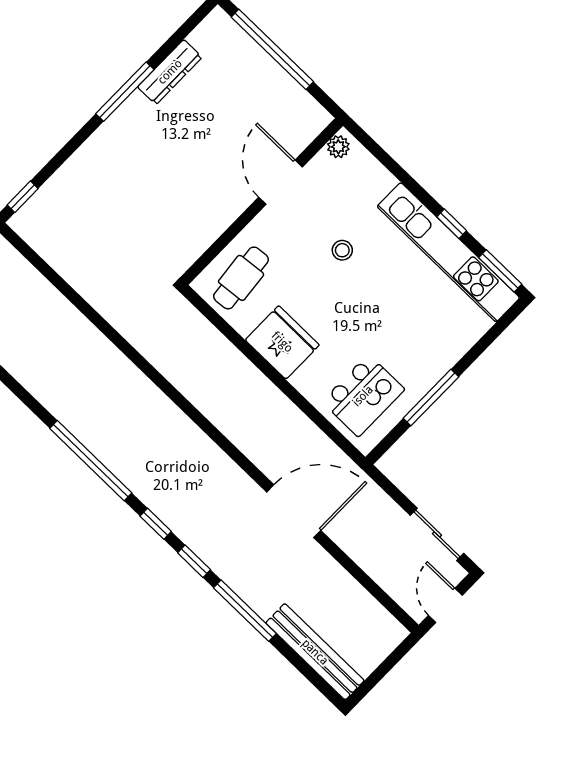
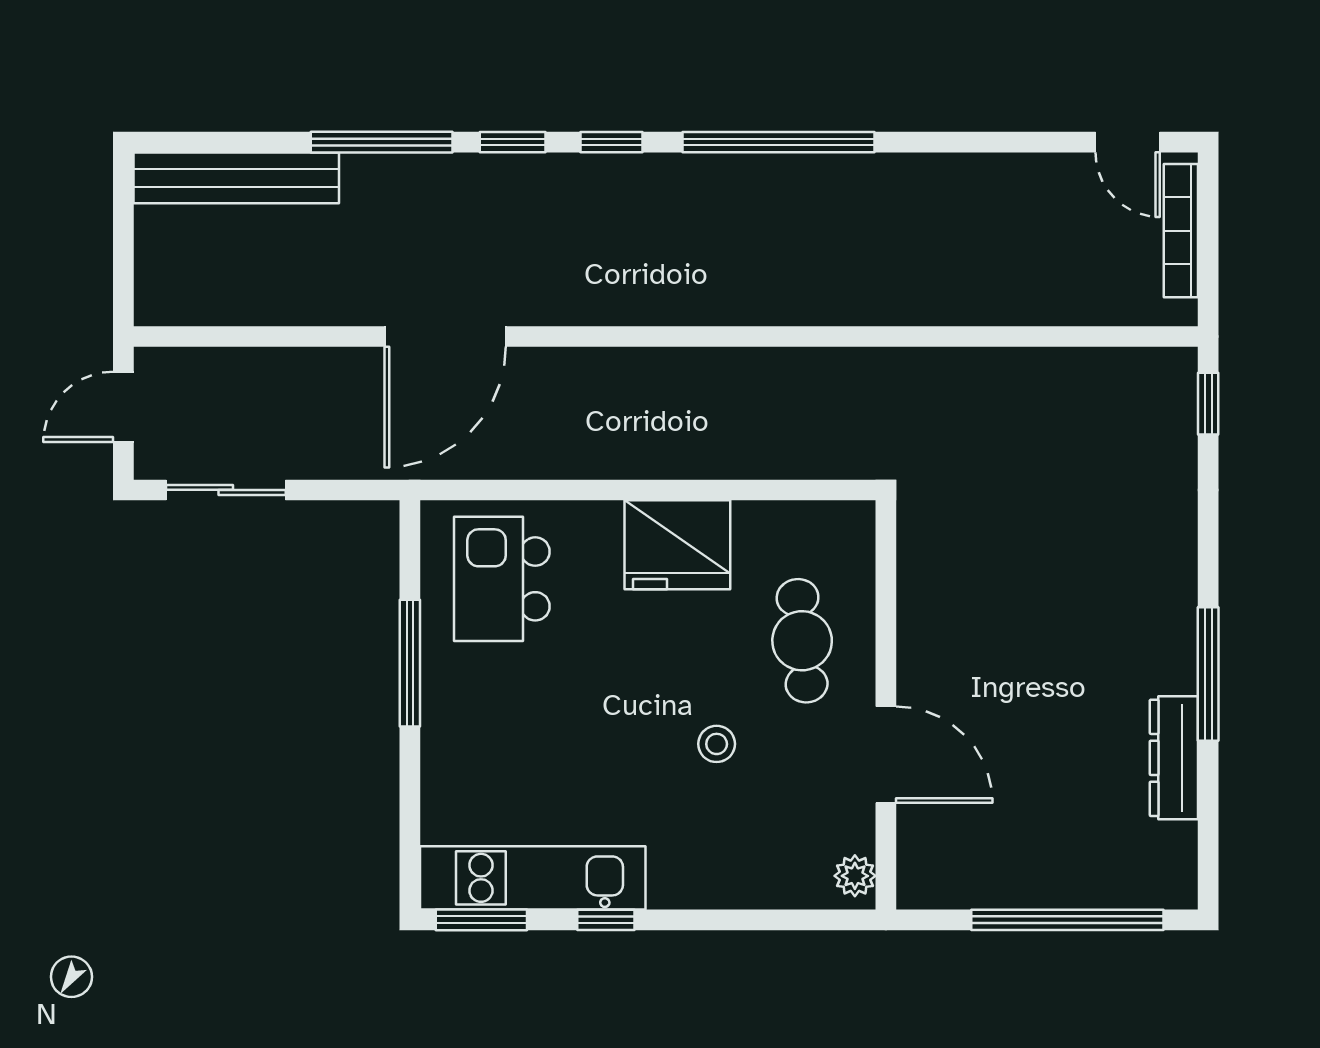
kitchen unit: (448, 252) -> (533, 878), width x0.73
cafe table: (241, 278) -> (802, 641), moved
door: (445, 605) -> (123, 407), swing flipped

